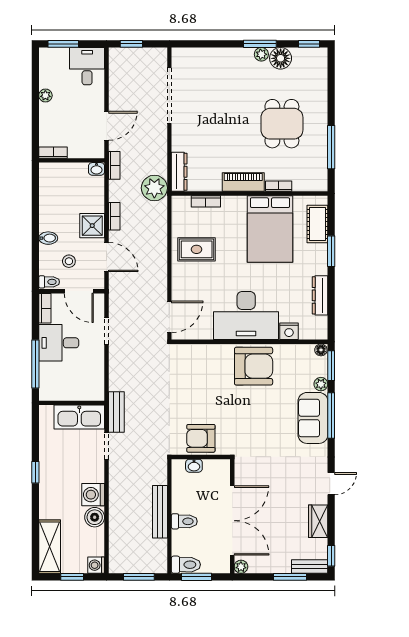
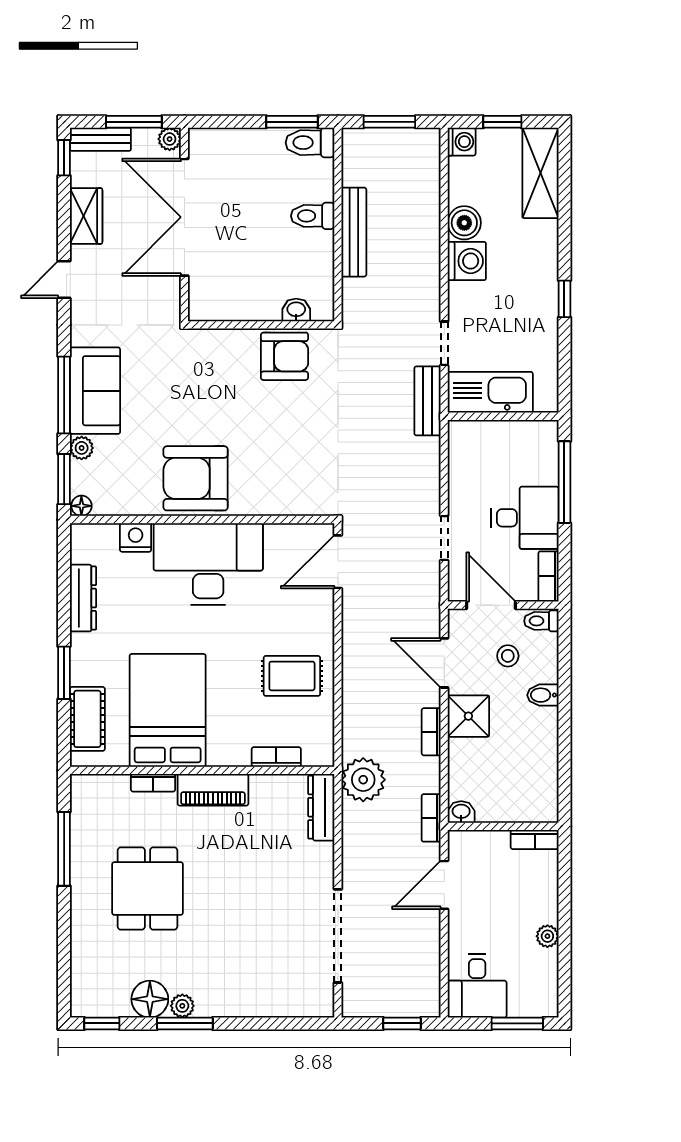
wall: (232, 516) -> (184, 224), moved
double door: (232, 521) -> (184, 217), moved
plant: (241, 567) -> (170, 139), moved

